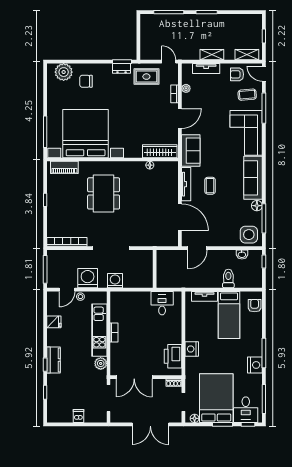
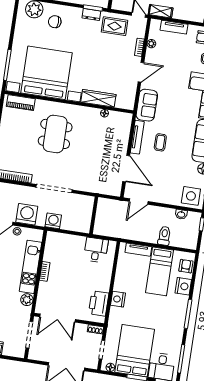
shelving: (212, 55) -> (161, 11), moved
wardrobe: (160, 151) -> (98, 98), moved
nightstand: (255, 365) -> (183, 286), moved

